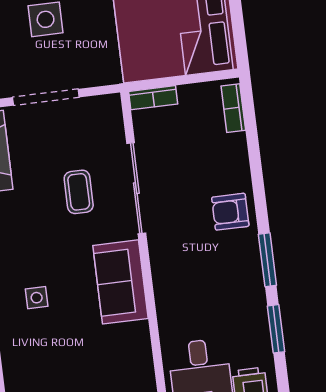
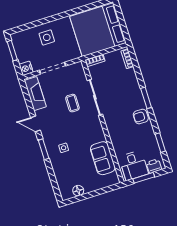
armchair: (230, 212) -> (141, 116), moved
window: (267, 260) -> (146, 98), moved
sofa: (121, 282) -> (103, 158), moved

